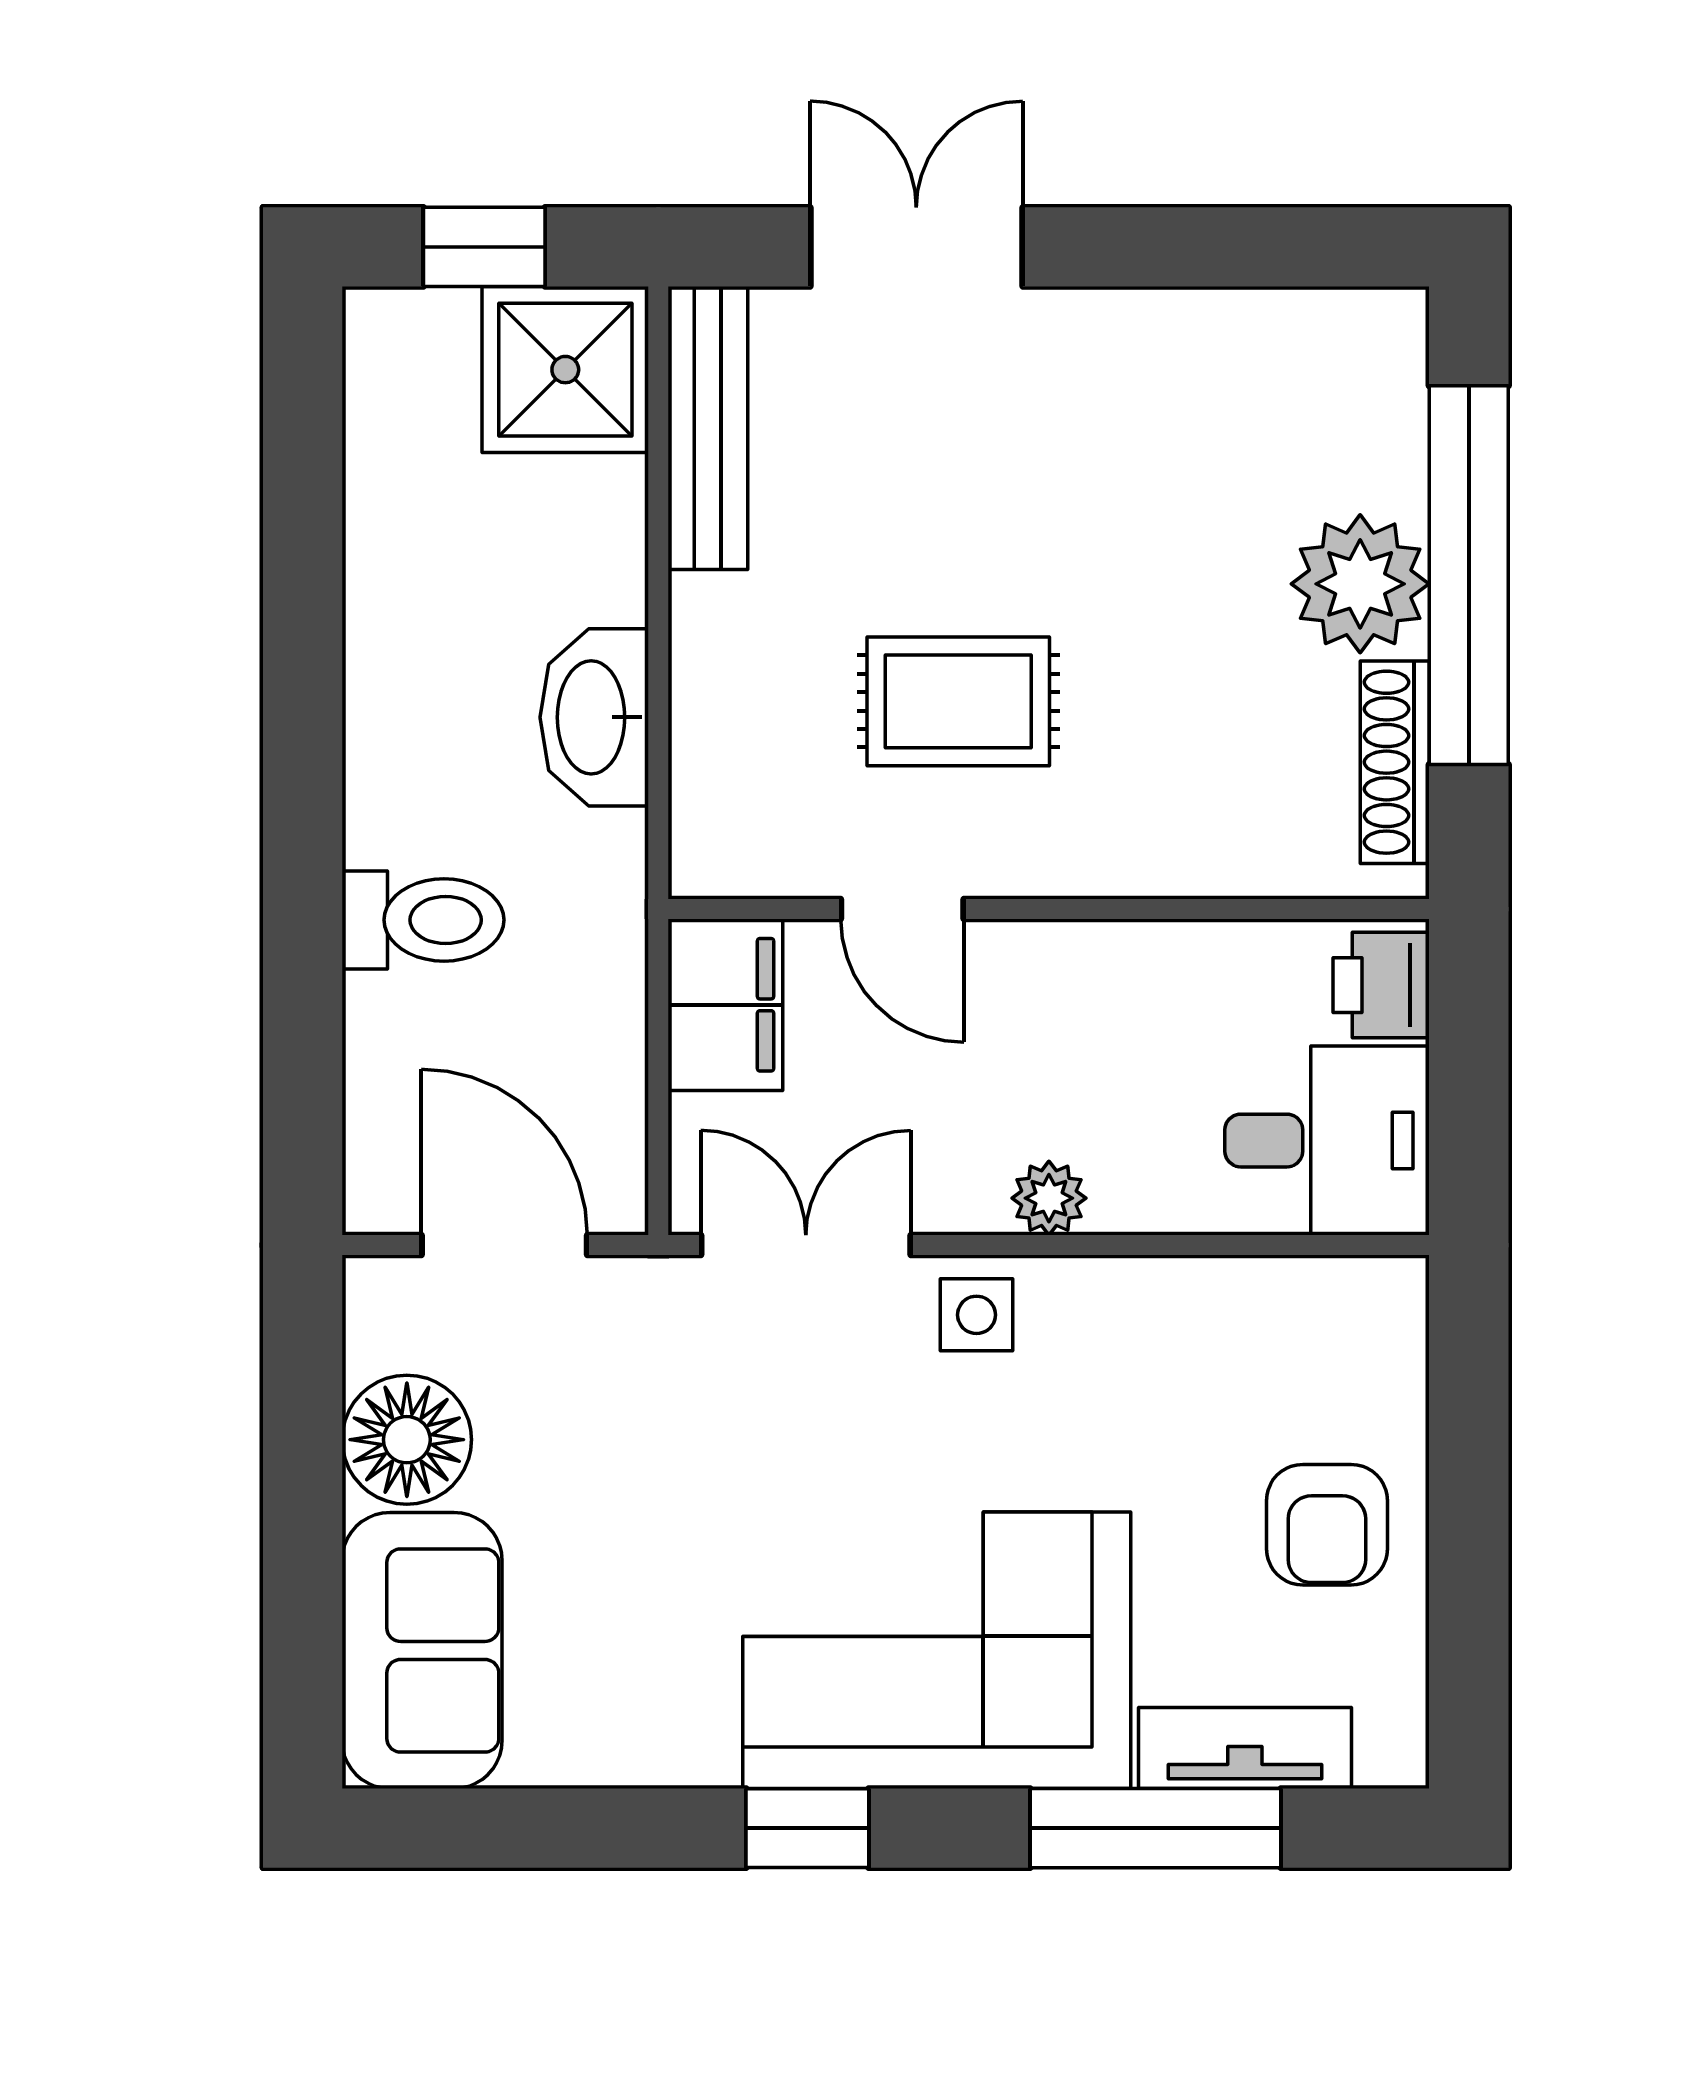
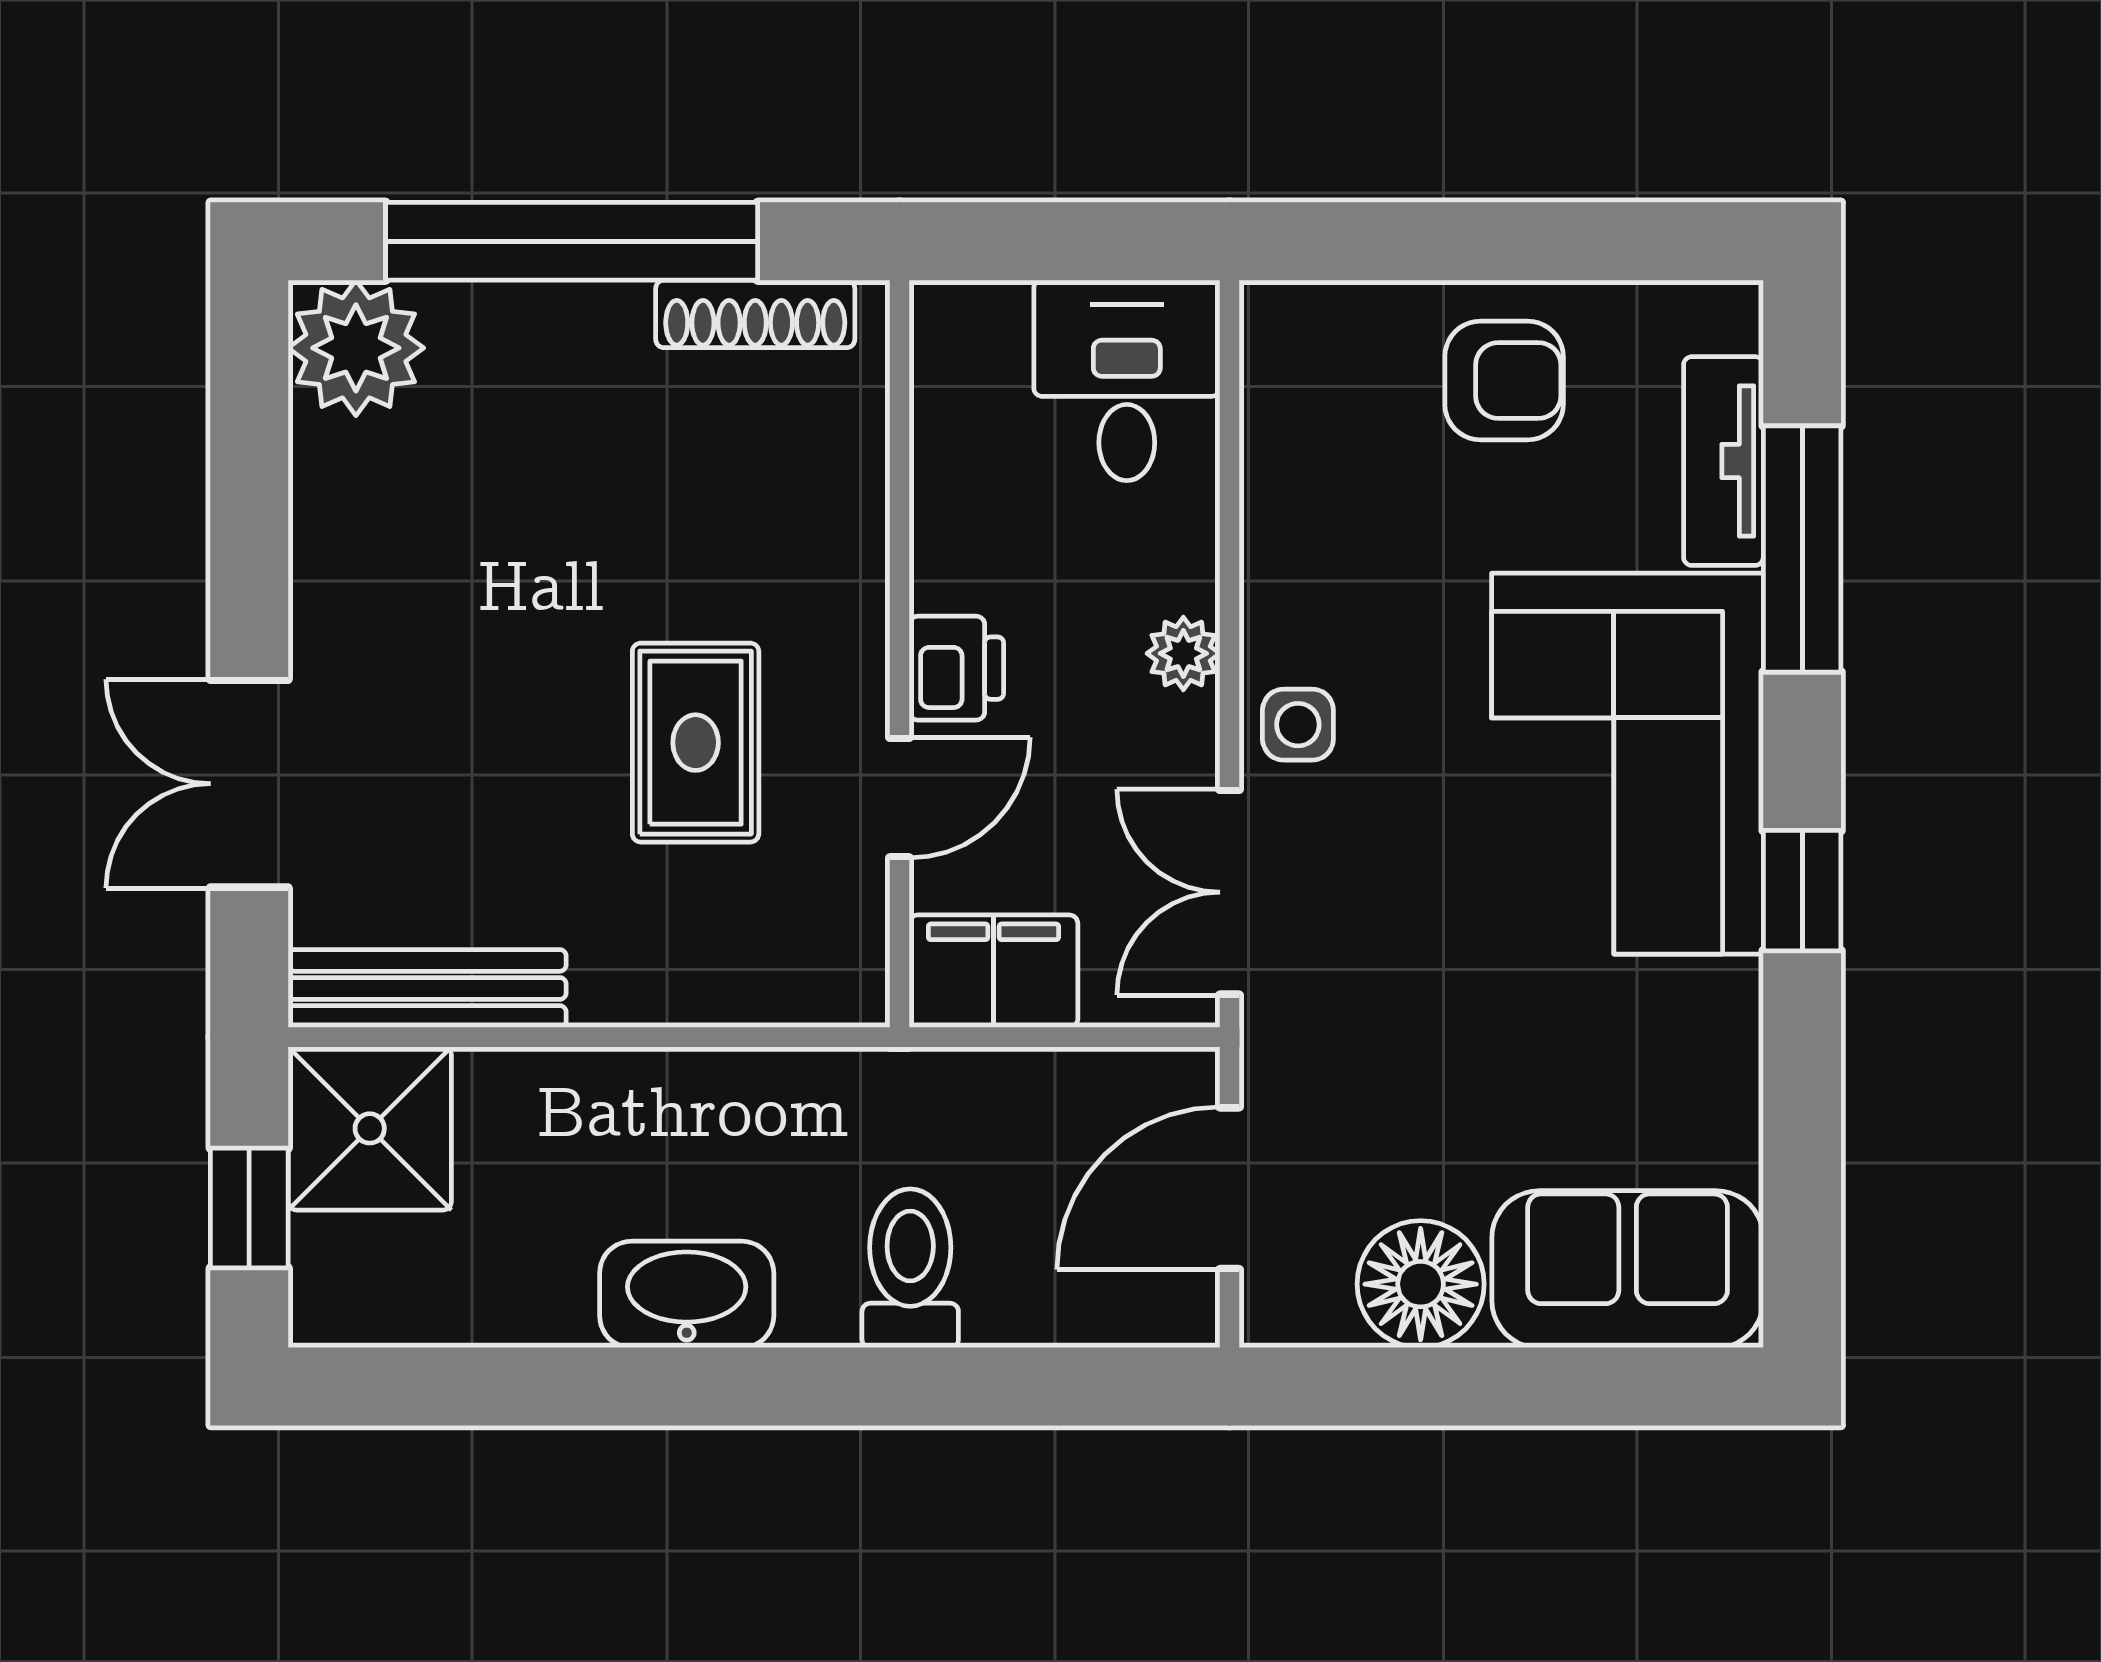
plant: (1360, 584) -> (356, 348), moved
washbasin: (594, 717) -> (687, 1294), moved, turned 180
printer: (1381, 985) -> (956, 668), moved, turned -90

